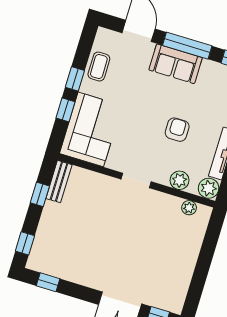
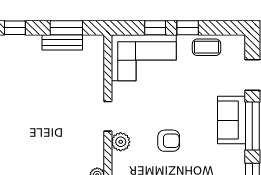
plant: (180, 180) -> (121, 142), moved
bench: (59, 182) -> (62, 42), moved
window: (40, 194) -> (66, 28), width x1.50

